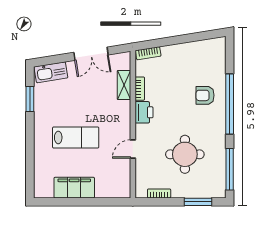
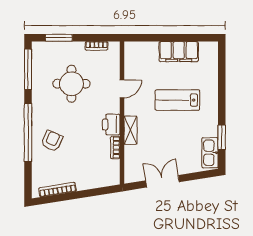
bookcase: (148, 53) -> (58, 190), moved, width x1.56
kitchen sink: (51, 72) -> (210, 153), moved, turned -81
shelving: (124, 85) -> (131, 130), moved
armchair: (205, 95) -> (52, 141), turned -66

